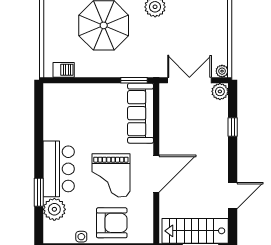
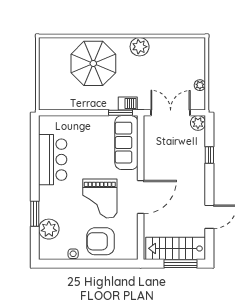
barbecue: (64, 70) -> (128, 103), moved
plant: (222, 71) -> (200, 85), moved
bar counter: (59, 169) -> (53, 160), moved
armchair: (112, 223) -> (101, 241), turned 180

